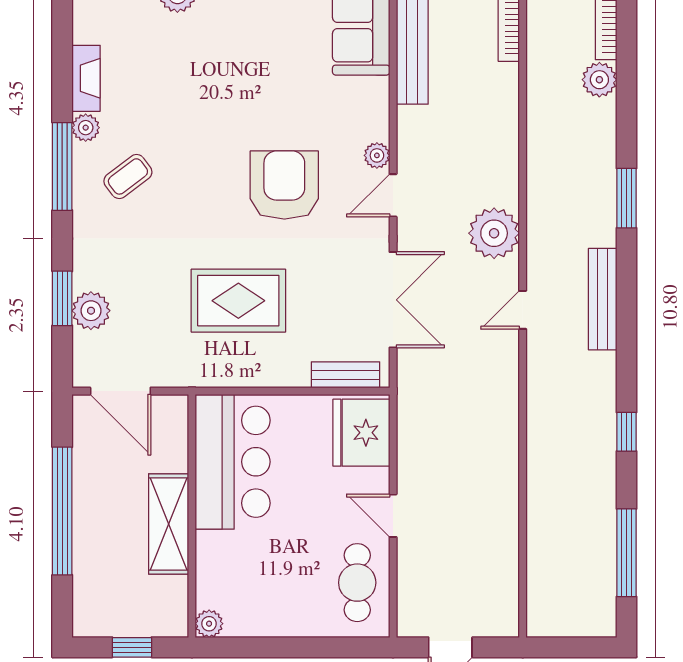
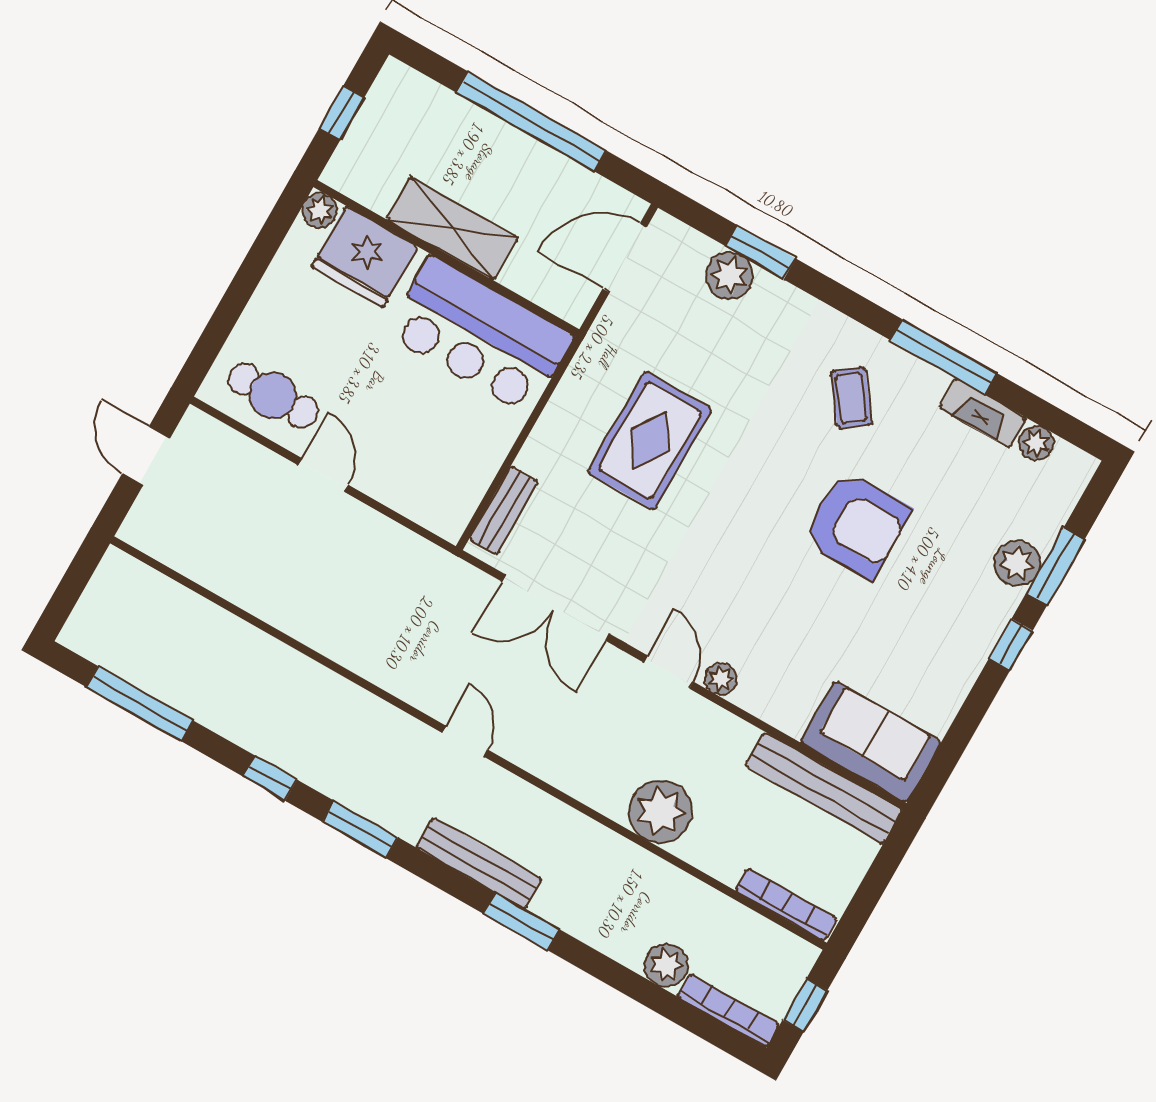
plant: (86, 128) -> (1036, 443), moved
window: (62, 166) -> (944, 357), moved
armchair: (284, 185) -> (857, 524), moved
plant: (494, 233) -> (660, 812), moved
bench: (603, 299) -> (479, 863), moved
window: (627, 348) -> (360, 829), added
fridge: (361, 433) -> (365, 257), moved, turned 180
door: (393, 516) -> (323, 475), hinge flipped

